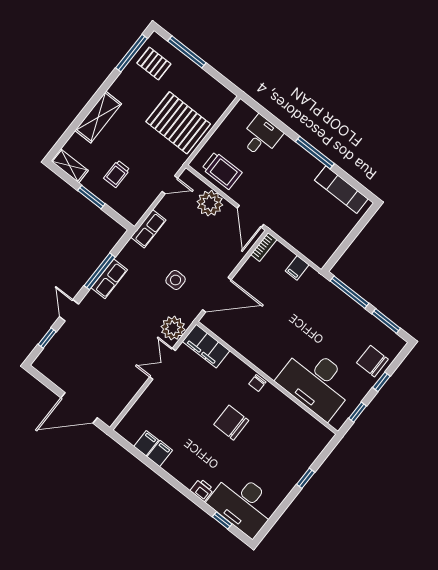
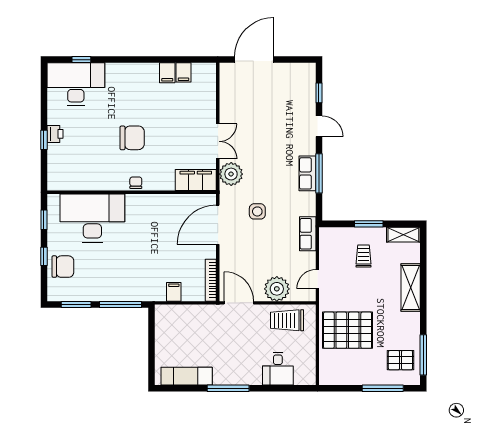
bookcase: (264, 247) -> (211, 280), width x1.56
printer: (202, 490) -> (55, 134), moved, turned -90

